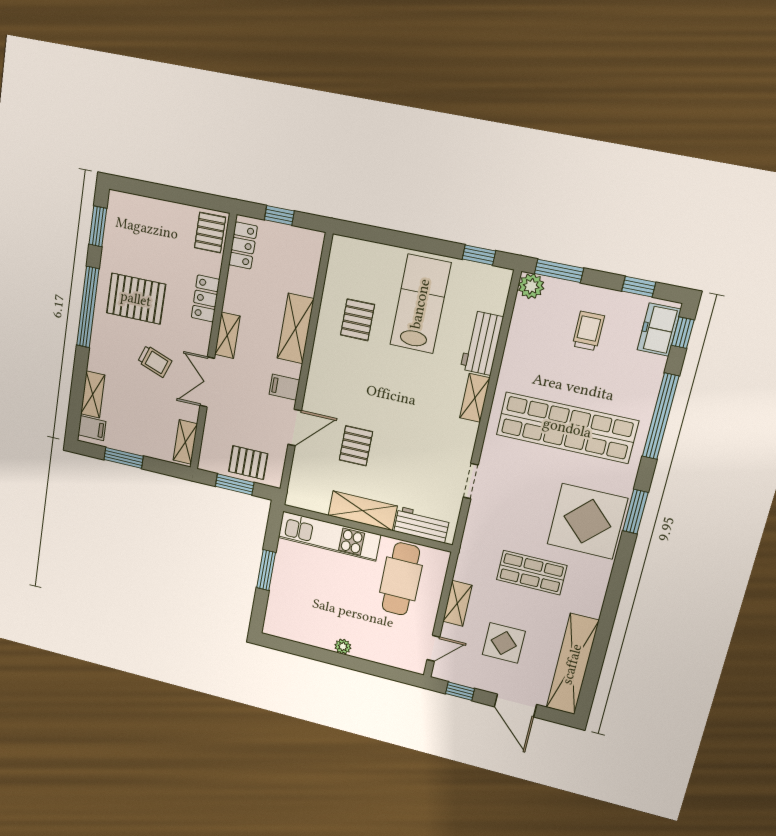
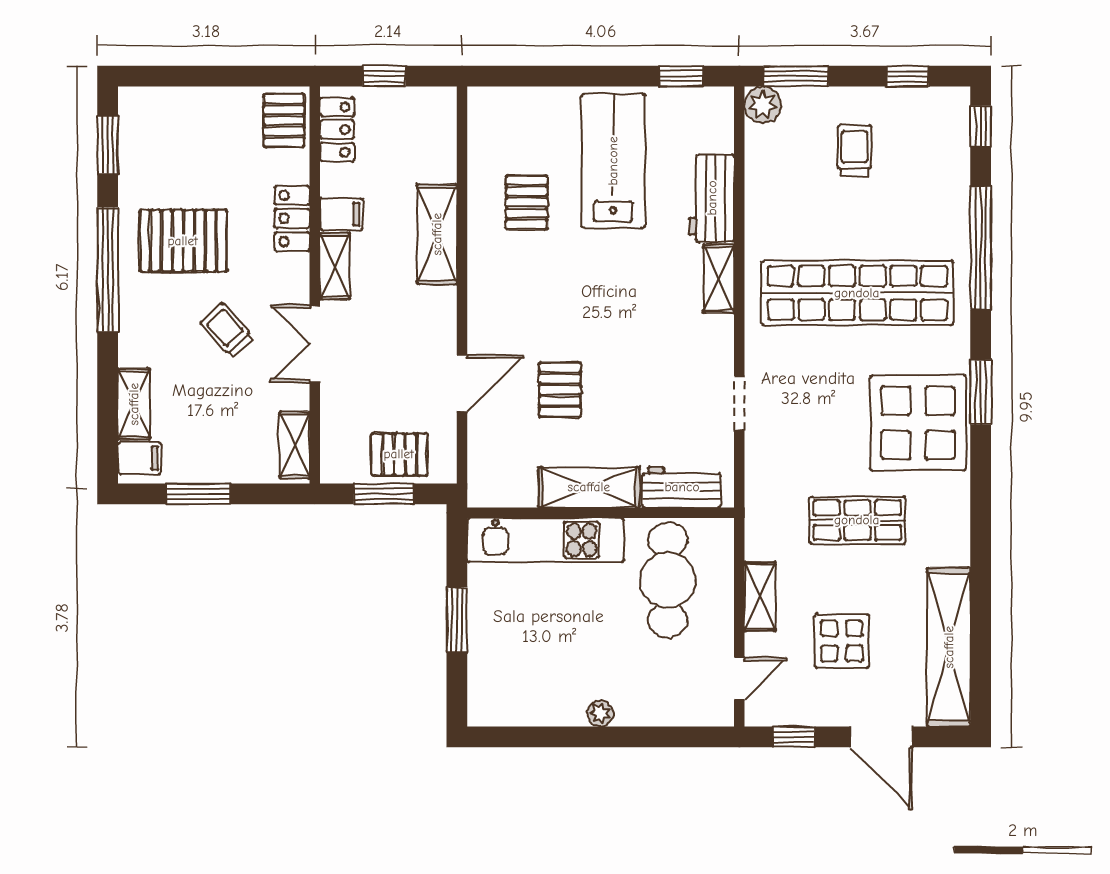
freezer: (659, 330) -> (948, 128), removed
trolley: (155, 361) -> (227, 330), turned -152
filing cabinet: (284, 387) -> (341, 214), moved, turned 180

